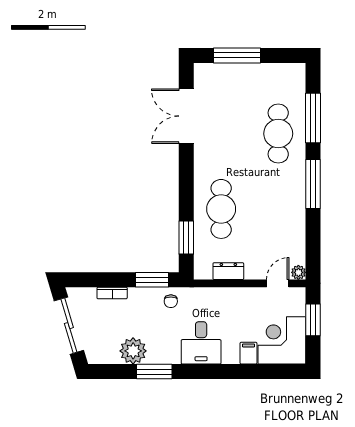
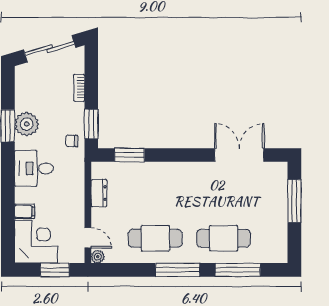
cafe table: (221, 209) -> (155, 238), moved
plant: (133, 351) -> (27, 124), moved

